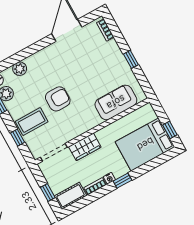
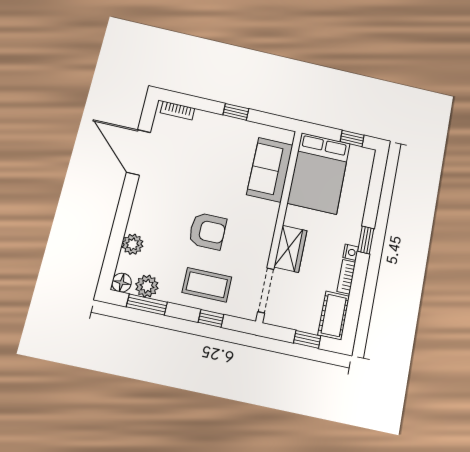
armchair: (58, 99) -> (207, 231), turned 90
coffee table: (32, 122) -> (207, 285), turned 90
bed: (145, 144) -> (319, 173), moved

